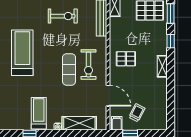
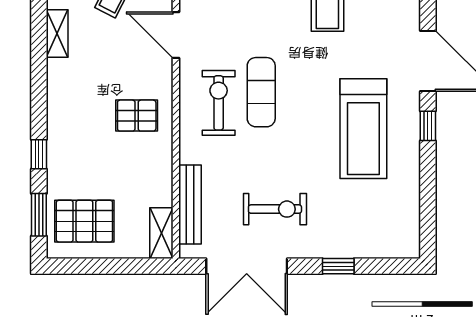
exercise bike: (63, 16) -> (275, 209), turned 180
shelving: (162, 66) -> (57, 33), moved

